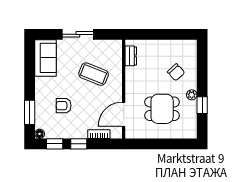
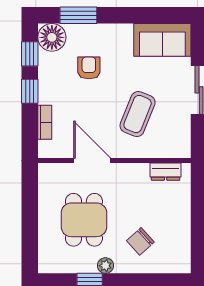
door: (124, 114) -> (92, 161), moved
floor lamp: (40, 134) -> (52, 37), width x1.89, depth x1.89

